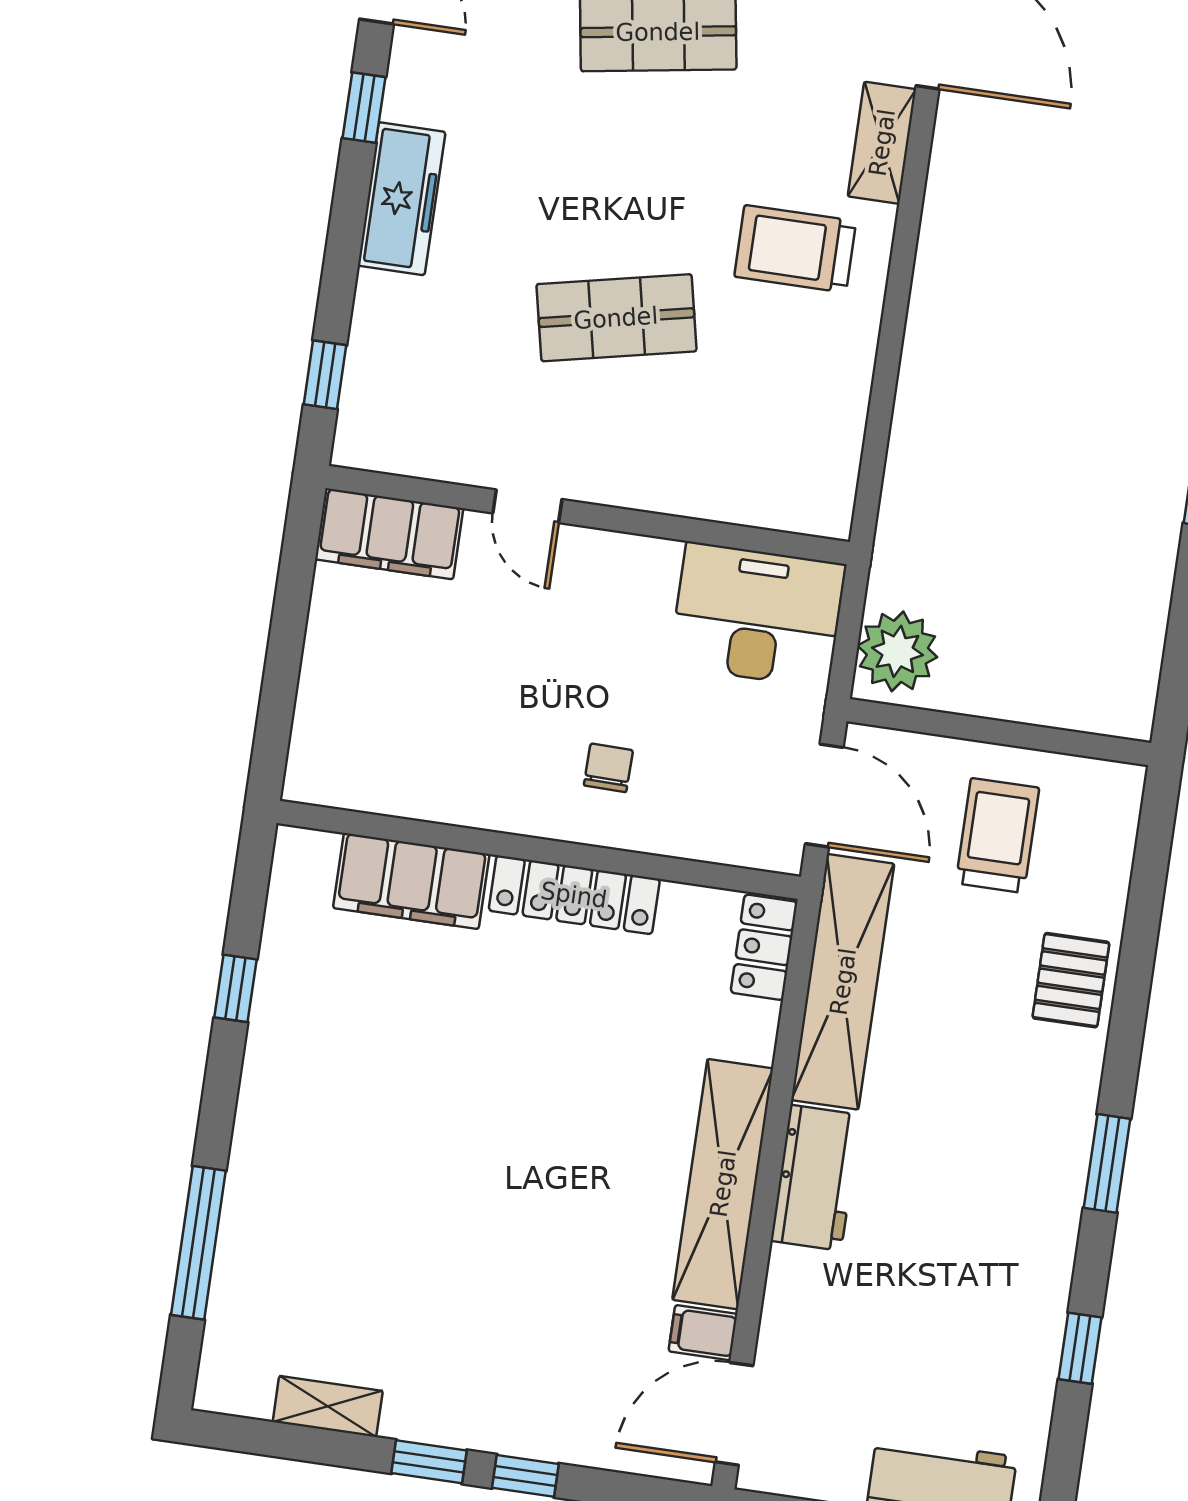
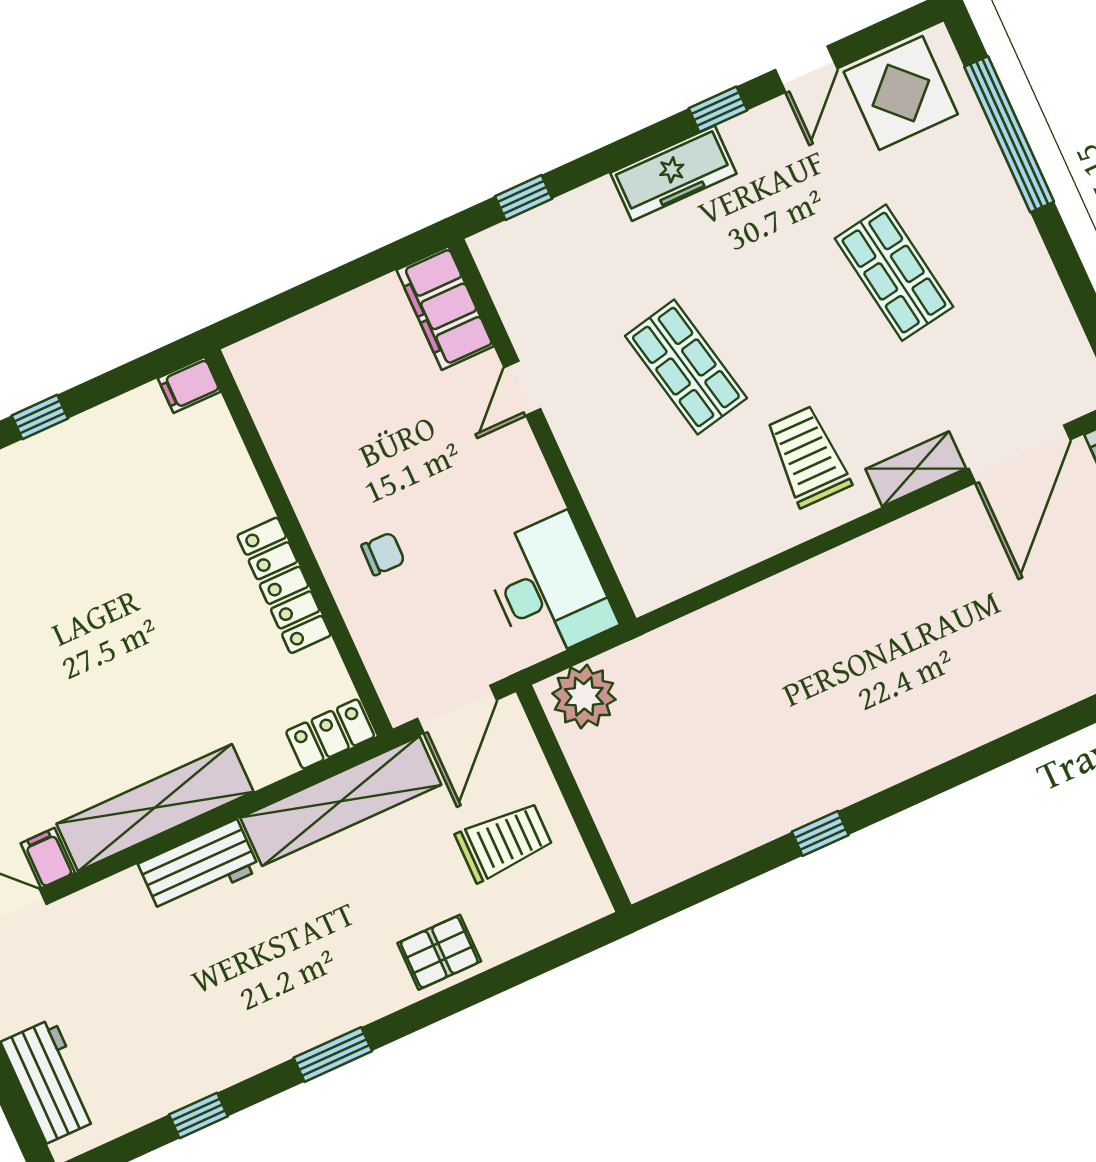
filing cabinet: (411, 881) -> (189, 385), moved, width x0.33, depth x0.86
window: (236, 988) -> (40, 417), moved

